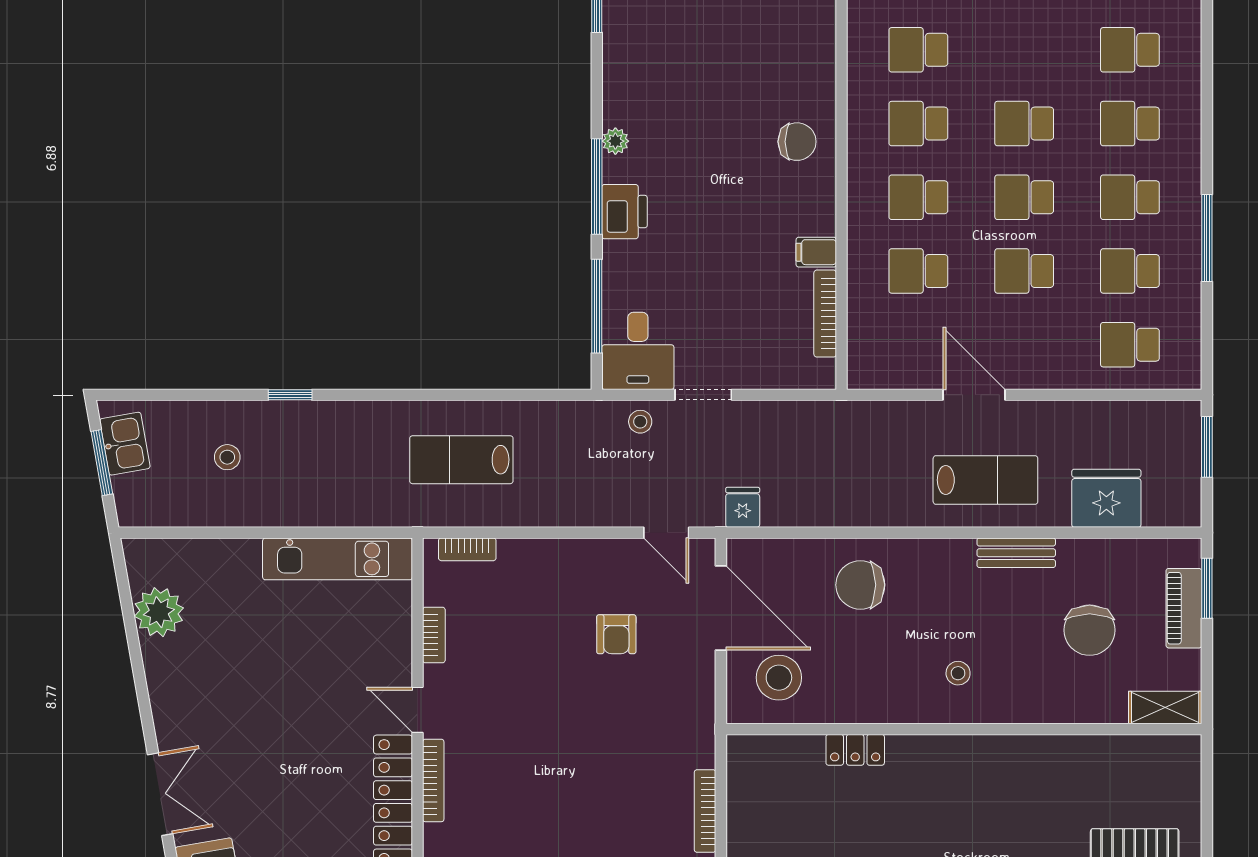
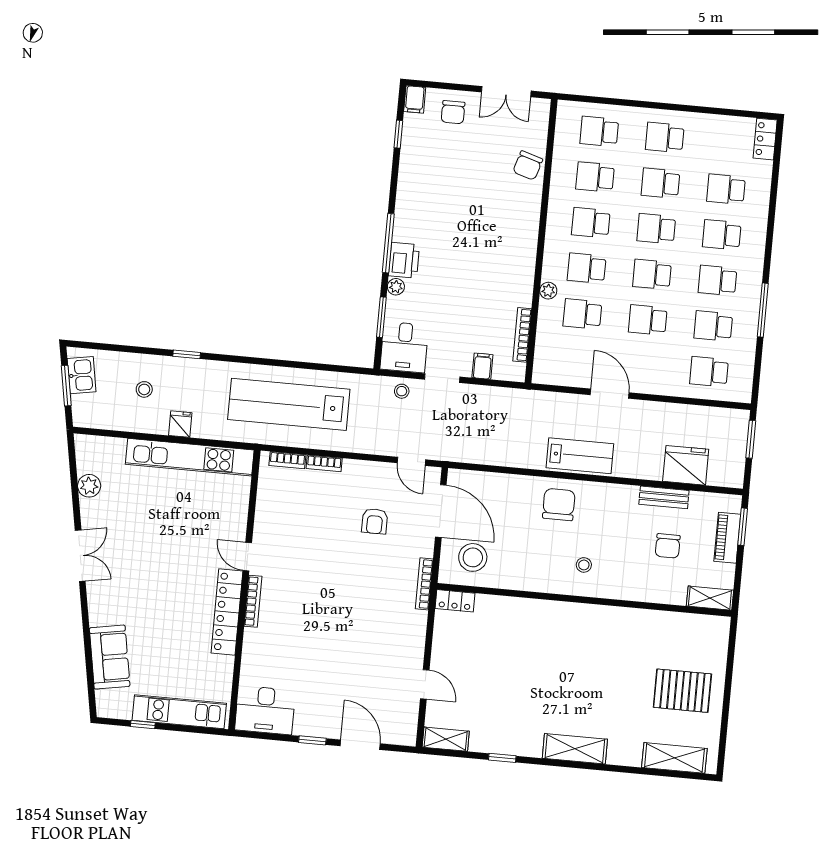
school desk: (1024, 50) -> (661, 183), added
plant: (615, 141) -> (396, 287), moved
chair: (797, 142) -> (528, 165), moved, turned 107
plant: (860, 239) -> (548, 291), added
filing cabinet: (816, 252) -> (482, 366), moved, turned 90
window: (597, 306) -> (381, 317), width x0.69
lab bench: (461, 460) -> (289, 404), width x1.86, depth x1.39
lab bench: (985, 480) -> (580, 456), moved
fridge: (743, 507) -> (180, 424), moved
bench: (1016, 553) -> (664, 497), moved
kitchen unit: (338, 559) -> (190, 457), width x1.36
chair: (860, 585) -> (559, 505), moved, turned 90
plant: (159, 612) -> (89, 486), width x0.73, depth x0.73
chair: (1090, 630) -> (668, 546), width x0.73, depth x0.73
bookcase: (434, 635) -> (324, 463), moved, turned 90
locker: (855, 750) -> (455, 601), moved
double door: (160, 794) -> (80, 556), moved
bookcase: (705, 811) -> (424, 584), moved

